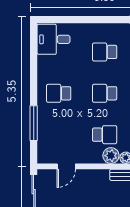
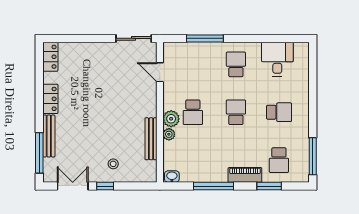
desk: (54, 39) -> (277, 59), moved
school desk: (105, 52) -> (279, 112), turned 90

